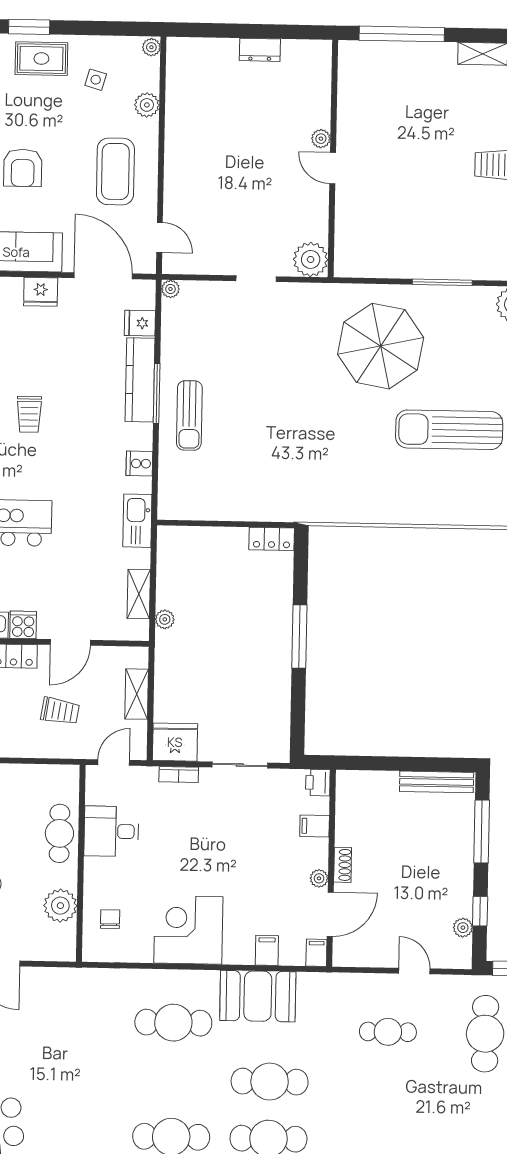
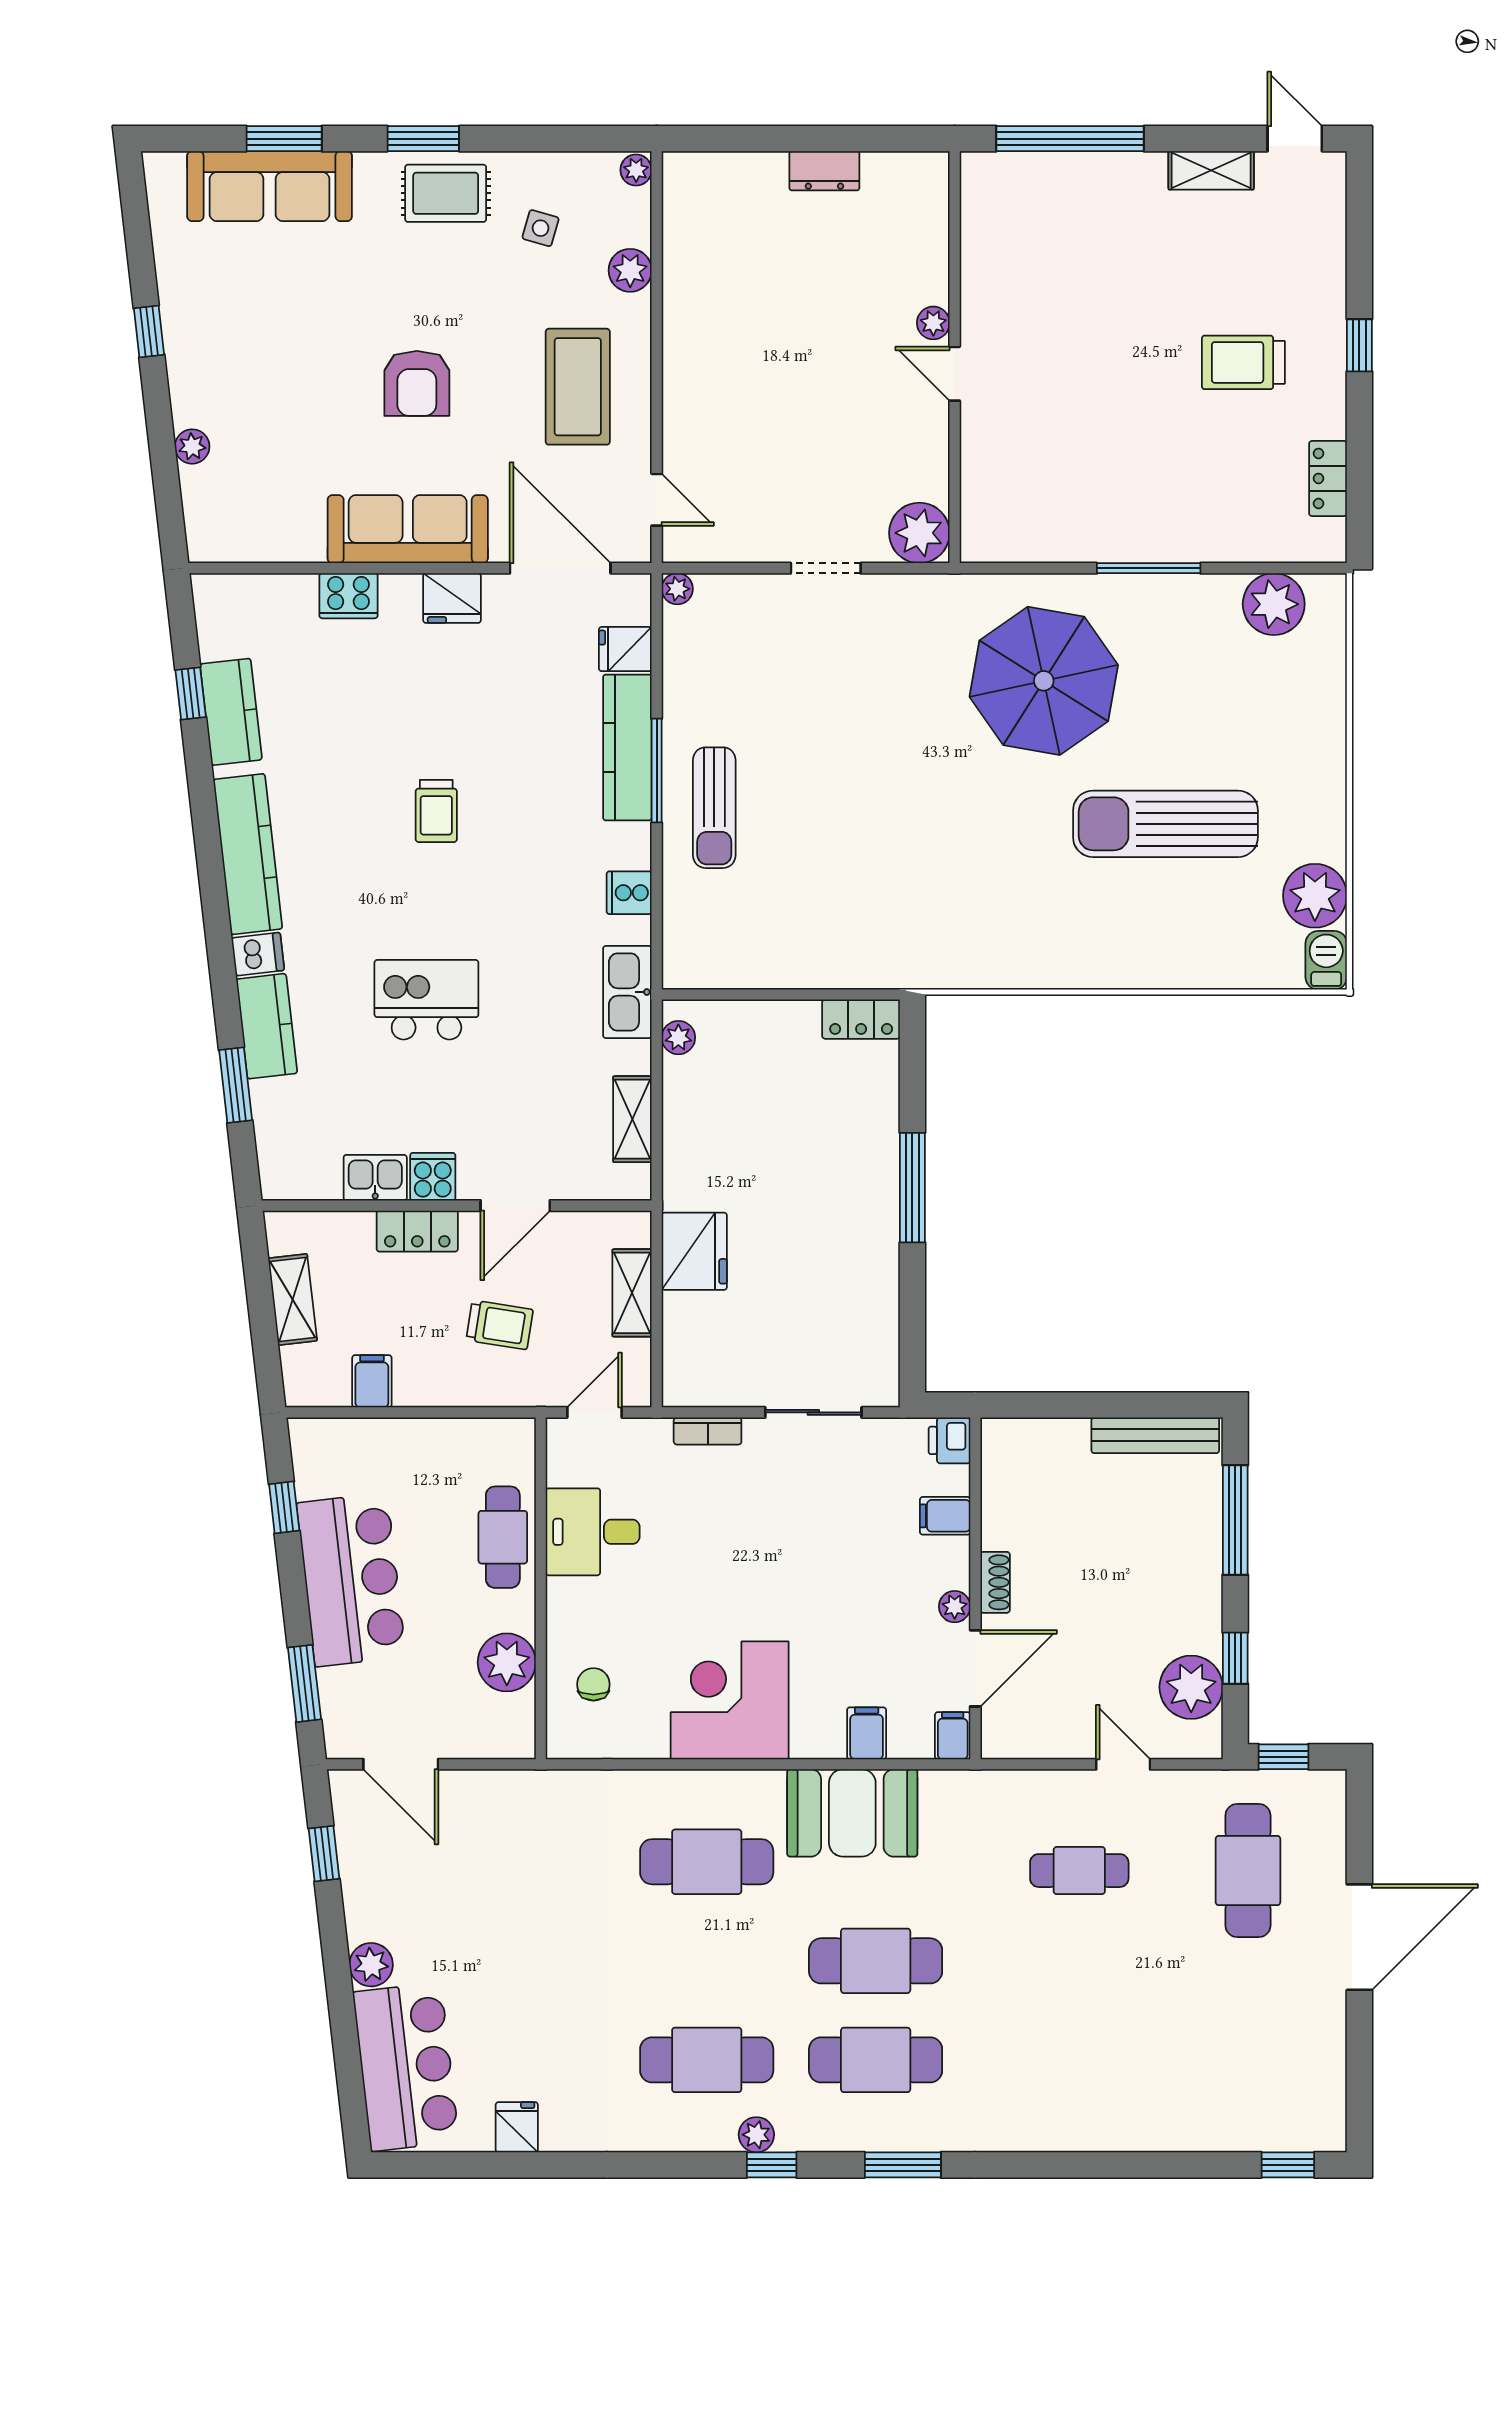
plant: (165, 619) -> (678, 1038), moved
fridge: (175, 742) -> (694, 1251), moved, turned 90
plant: (463, 928) -> (1191, 1687), width x1.88, depth x1.88

